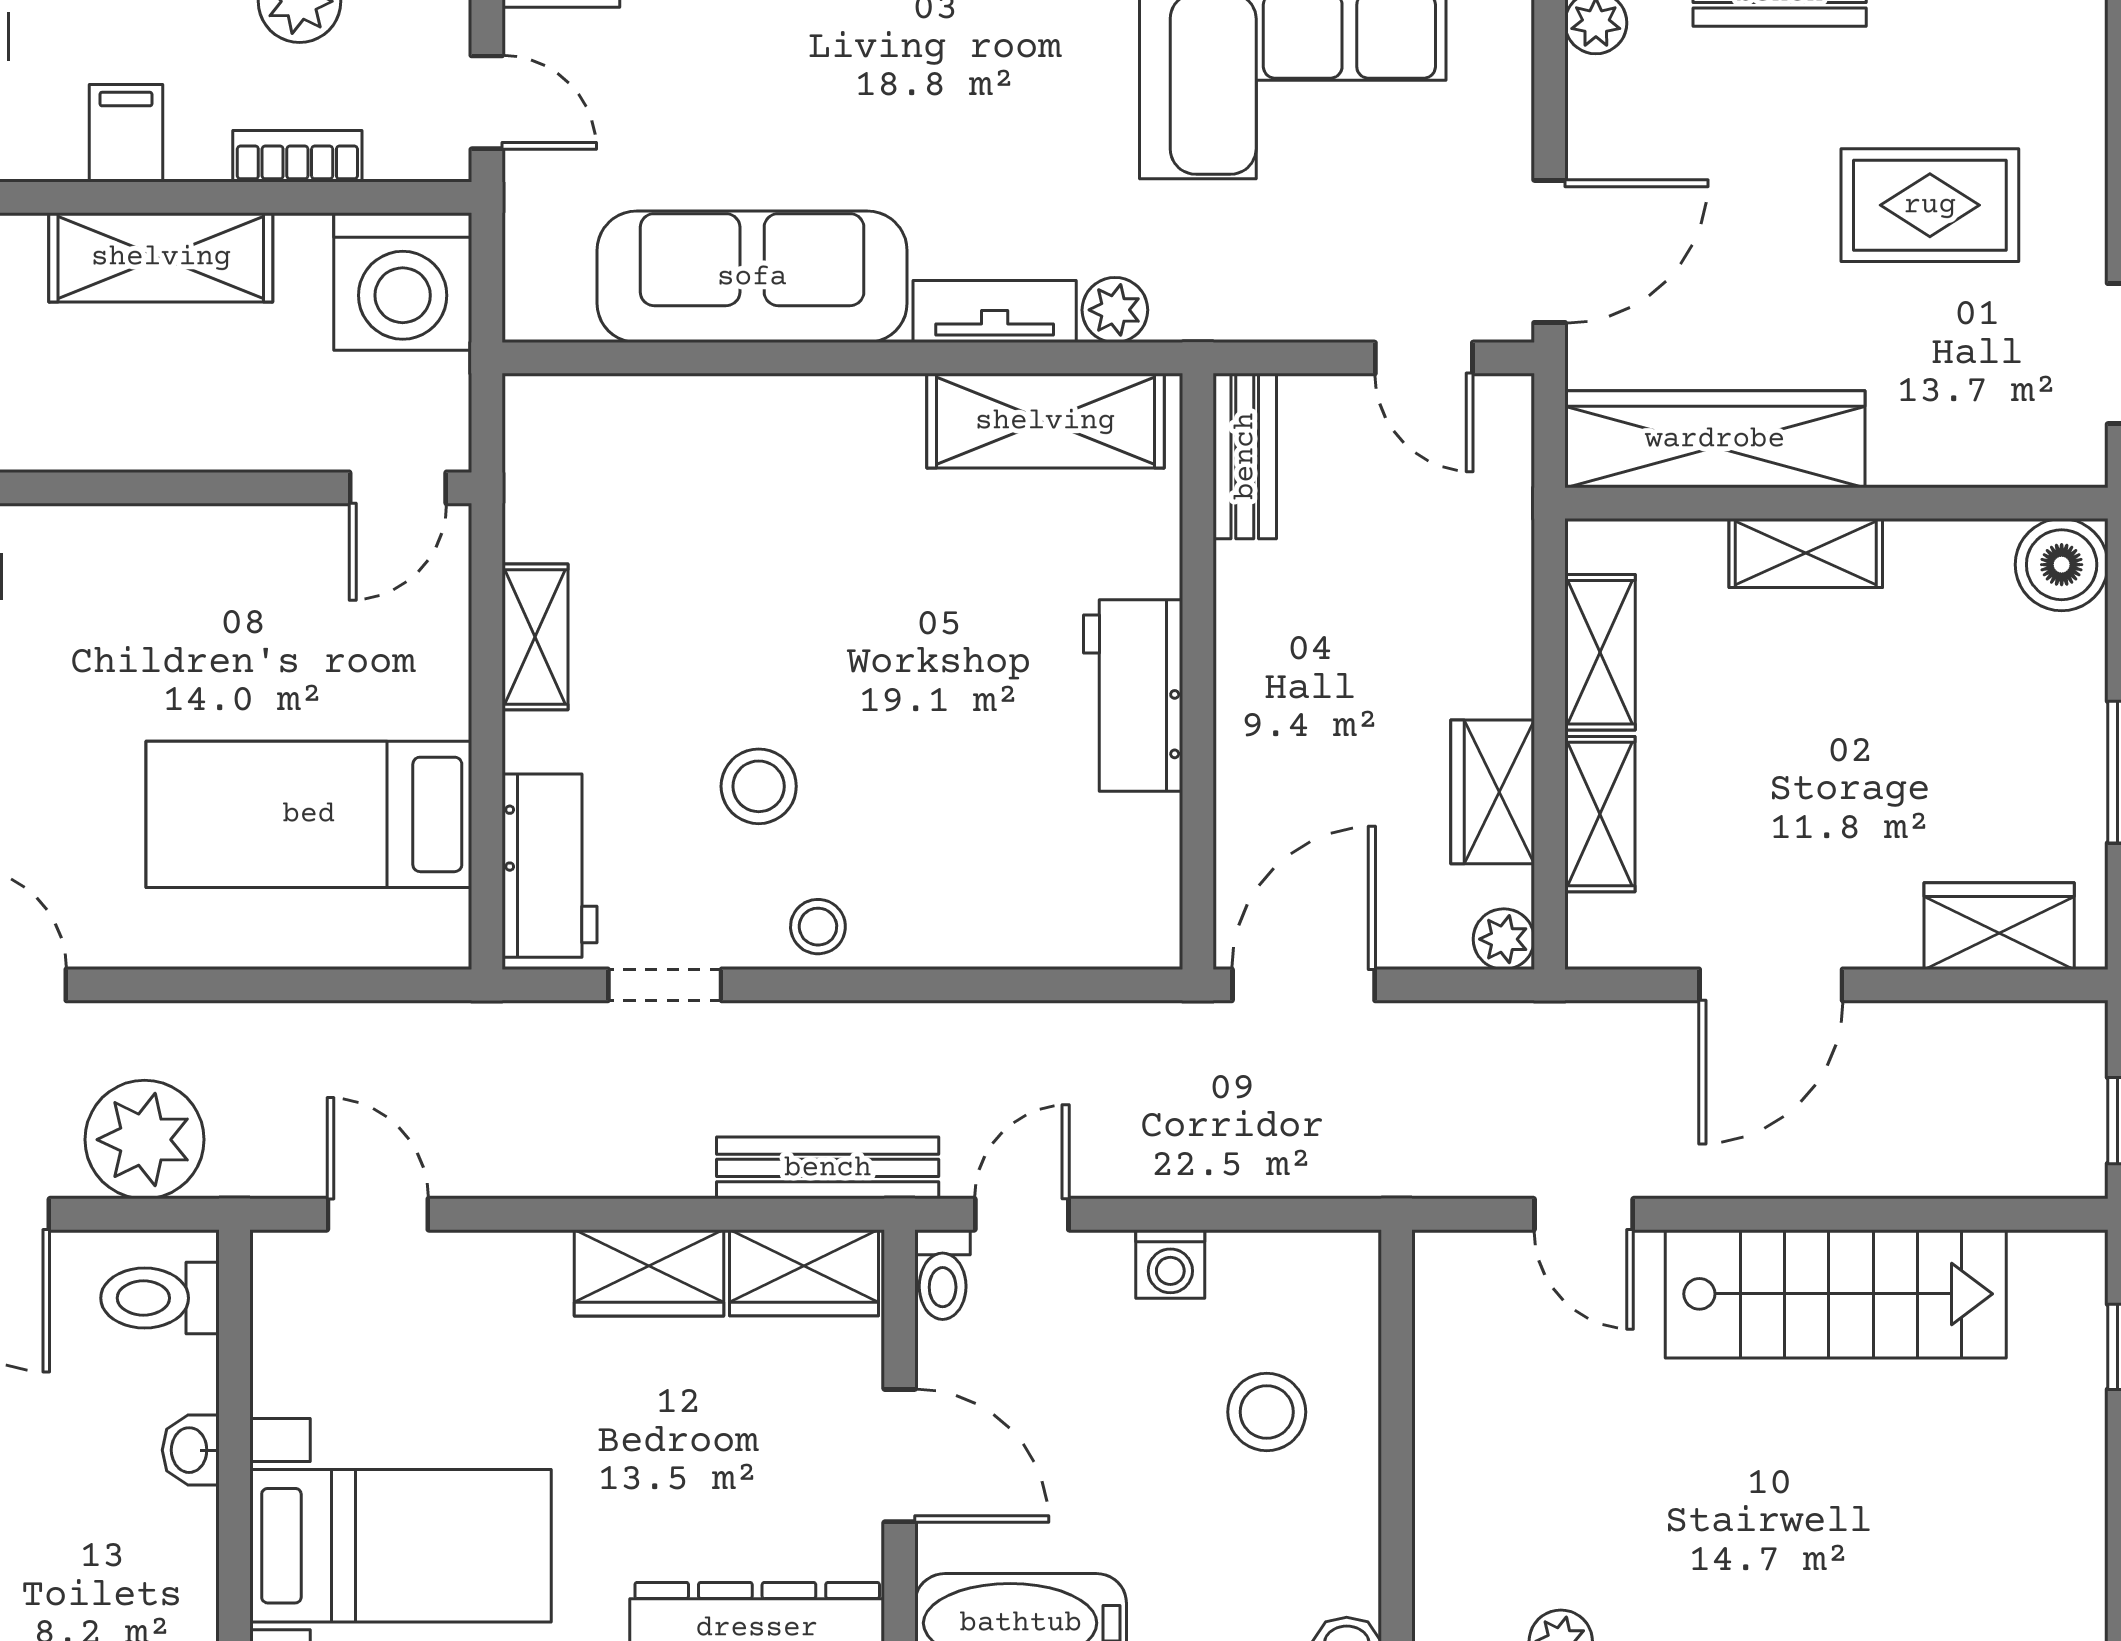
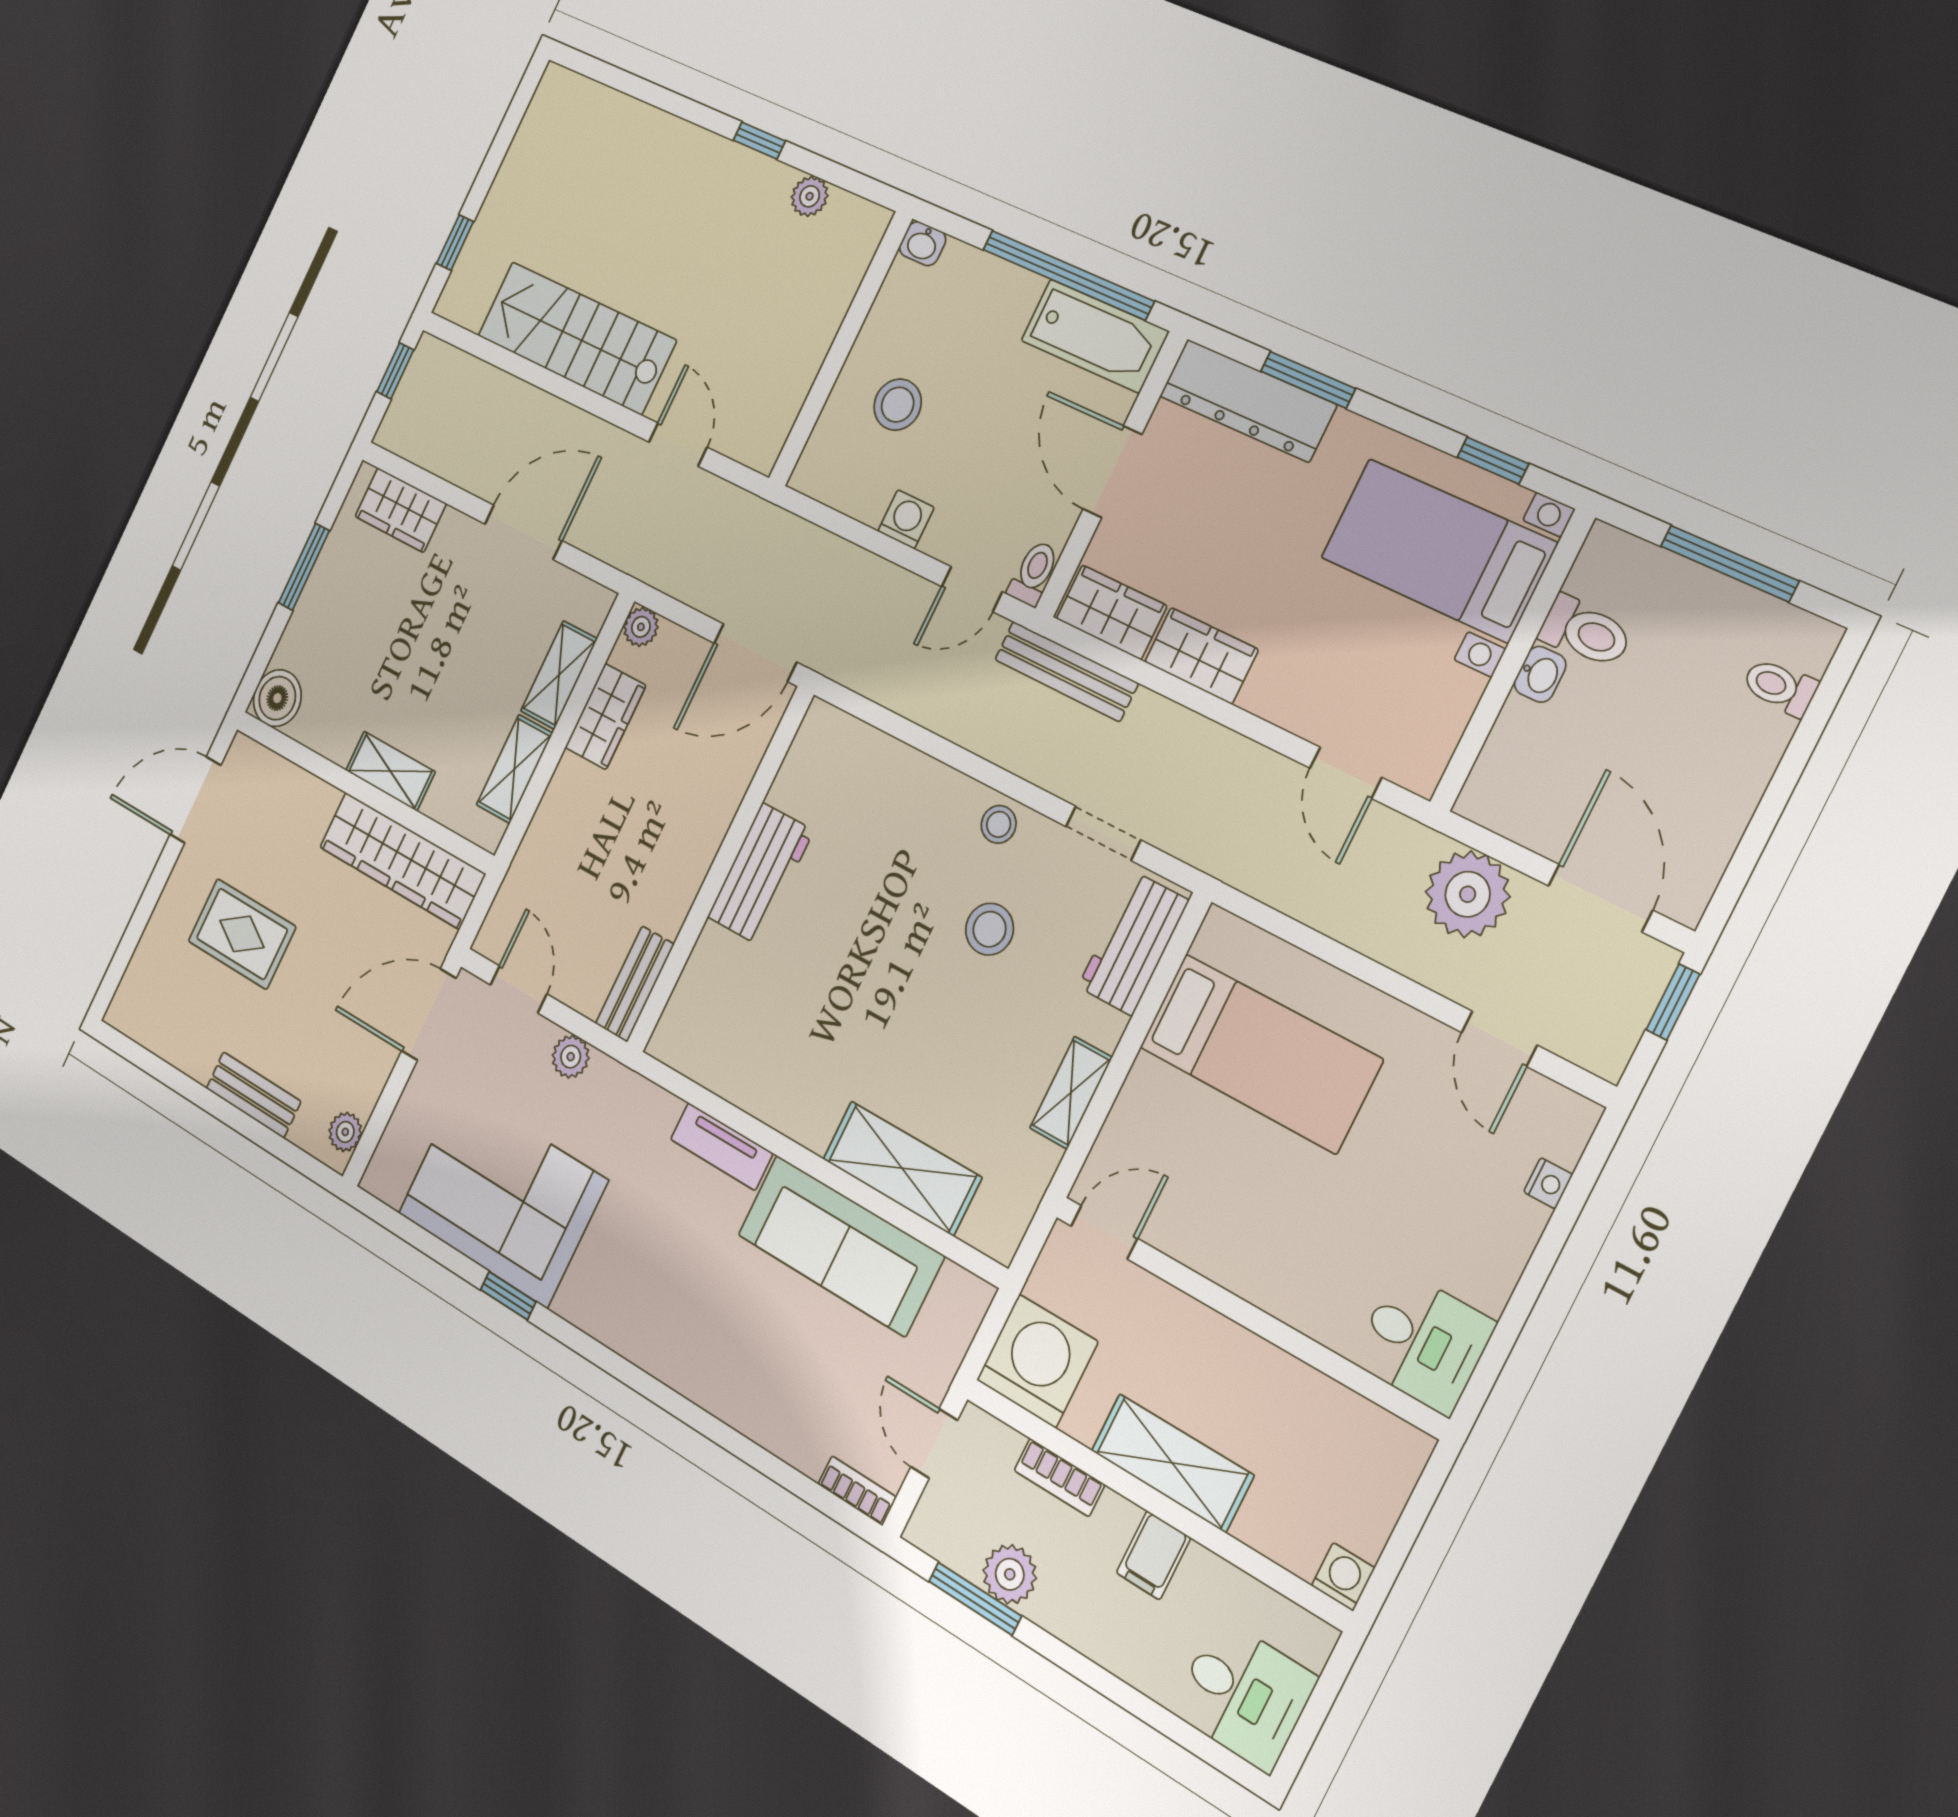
plant: (1115, 310) -> (571, 1057), moved
shelving: (1045, 421) -> (902, 1168), moved
toilet: (160, 1298) -> (1586, 632), moved

